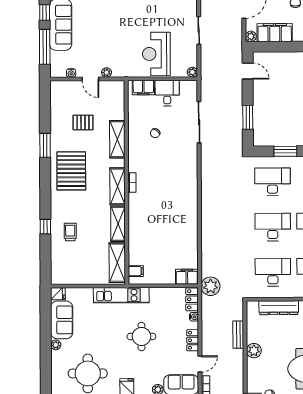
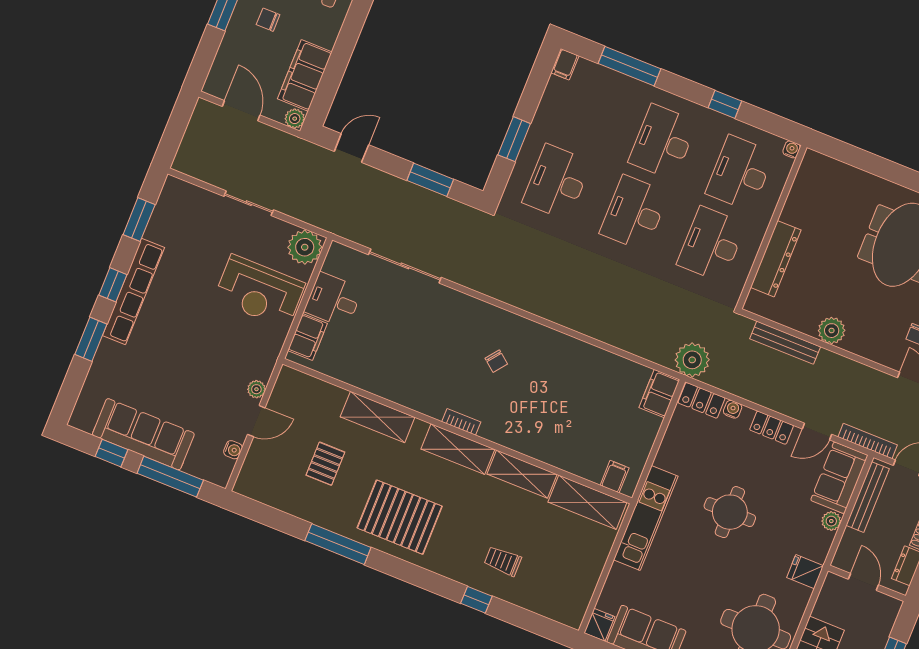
plant: (192, 72) -> (305, 247), width x1.88, depth x1.88
chair: (155, 133) -> (496, 361), moved
window: (45, 145) -> (338, 544), width x1.44
bench: (238, 335) -> (785, 343), width x1.36
door: (200, 364) -> (817, 432), swing flipped

